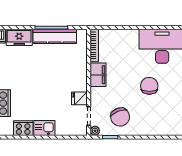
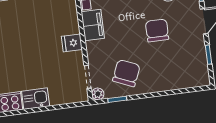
fridge: (79, 98) -> (72, 43), moved
chair: (120, 117) -> (126, 73), turned -136

